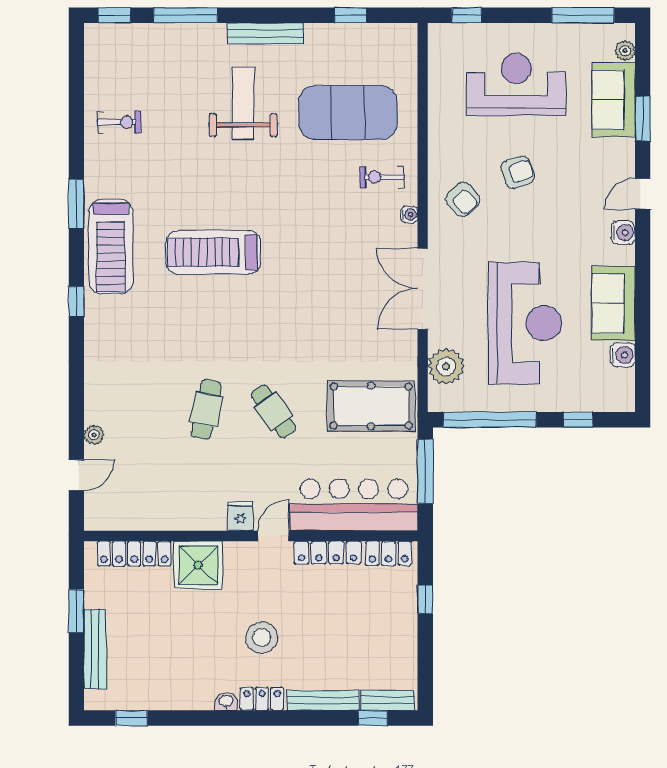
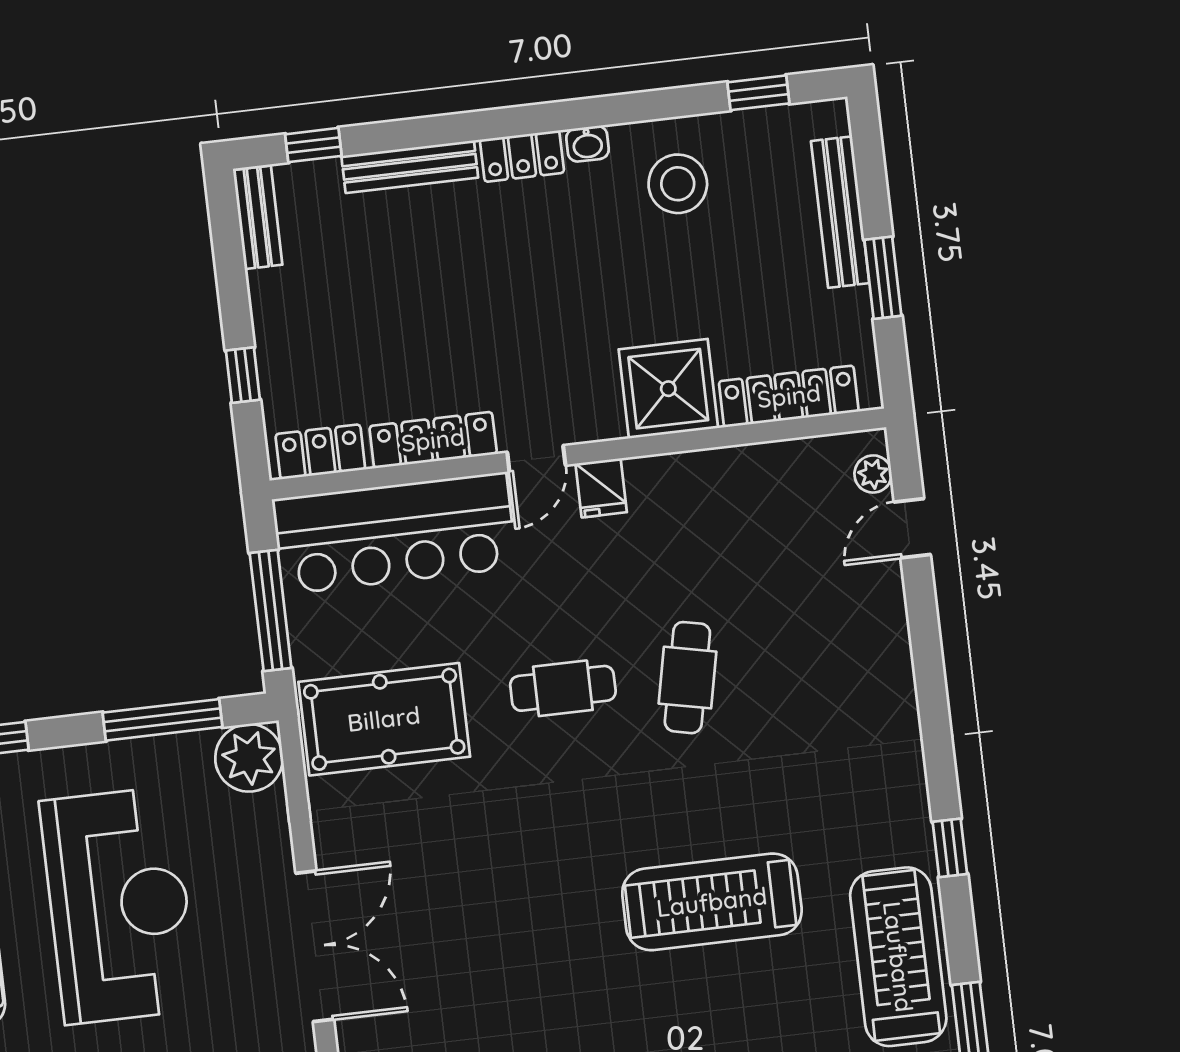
treadmill: (213, 252) -> (712, 902), moved, turned 180
reception desk: (525, 323) -> (119, 905), turned 180
plant: (446, 366) -> (249, 758), moved
cafe table: (274, 411) -> (563, 688), turned -55
window: (490, 420) -> (162, 720), width x0.68
plant: (94, 435) -> (873, 474), moved
stool: (262, 638) -> (678, 184), moved
bench: (388, 700) -> (258, 217), moved, turned 90

